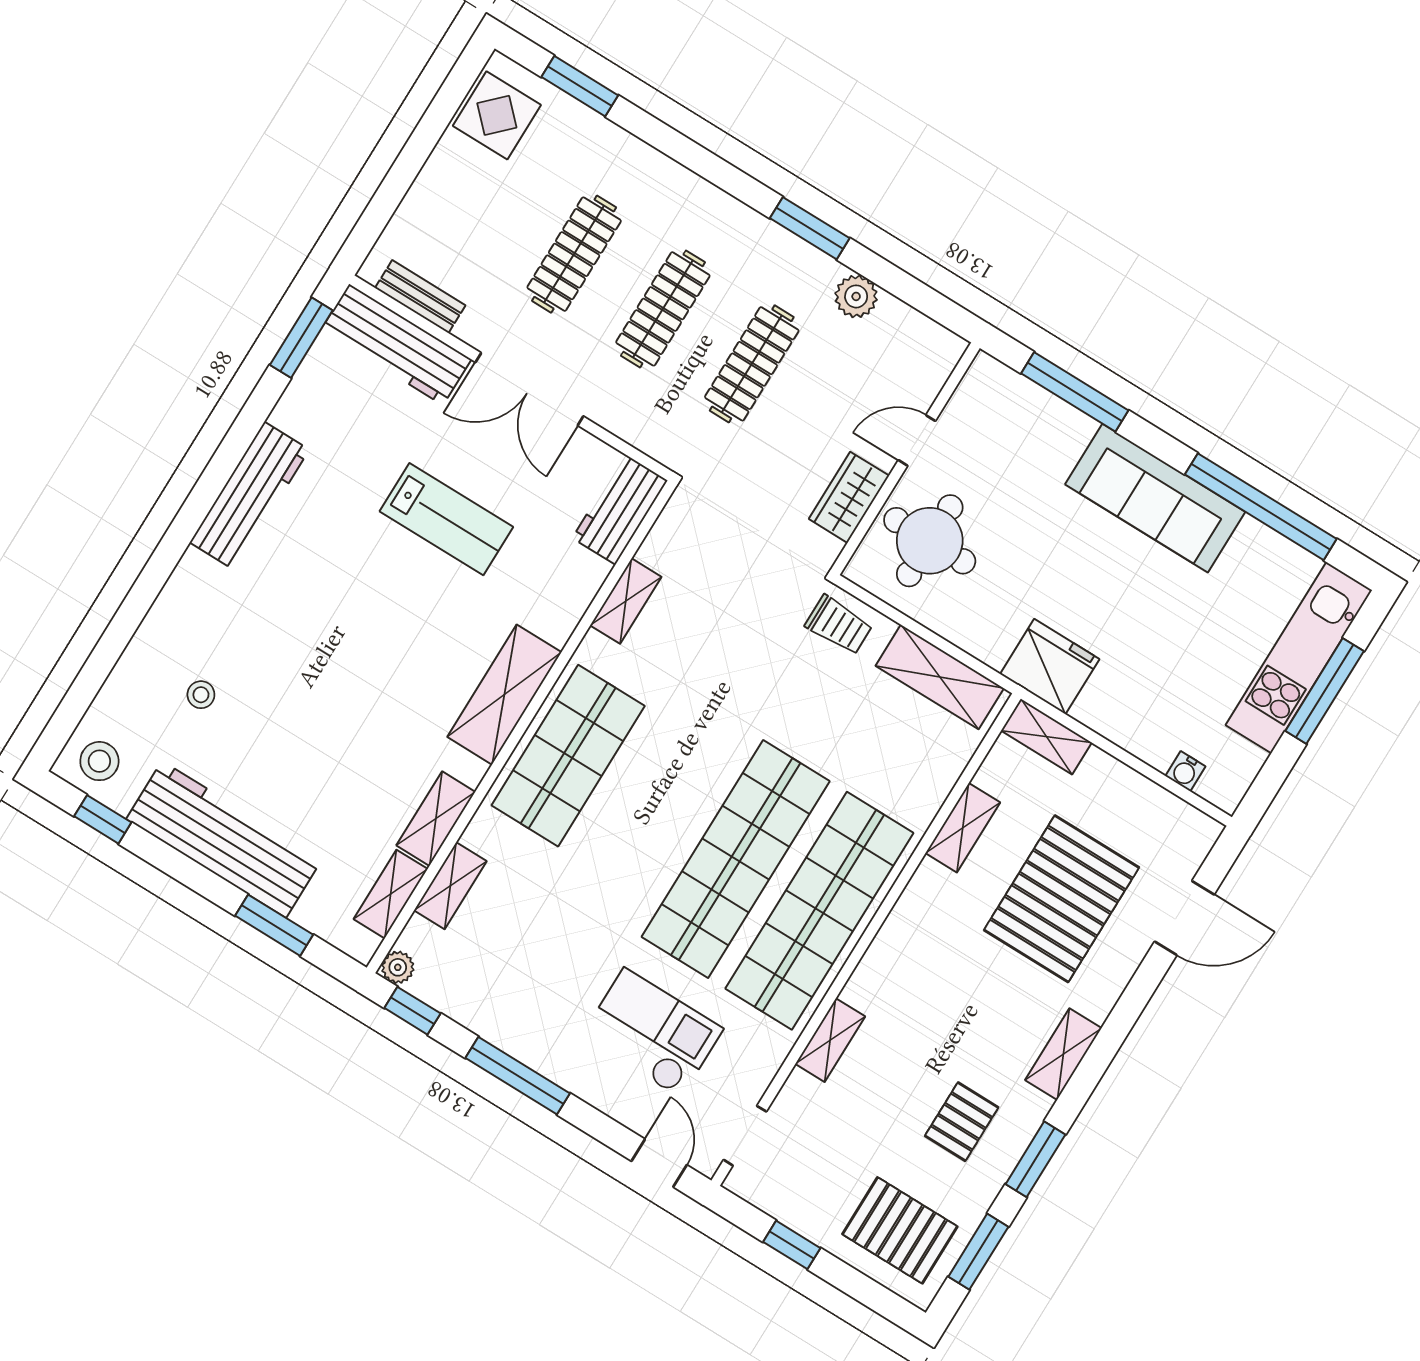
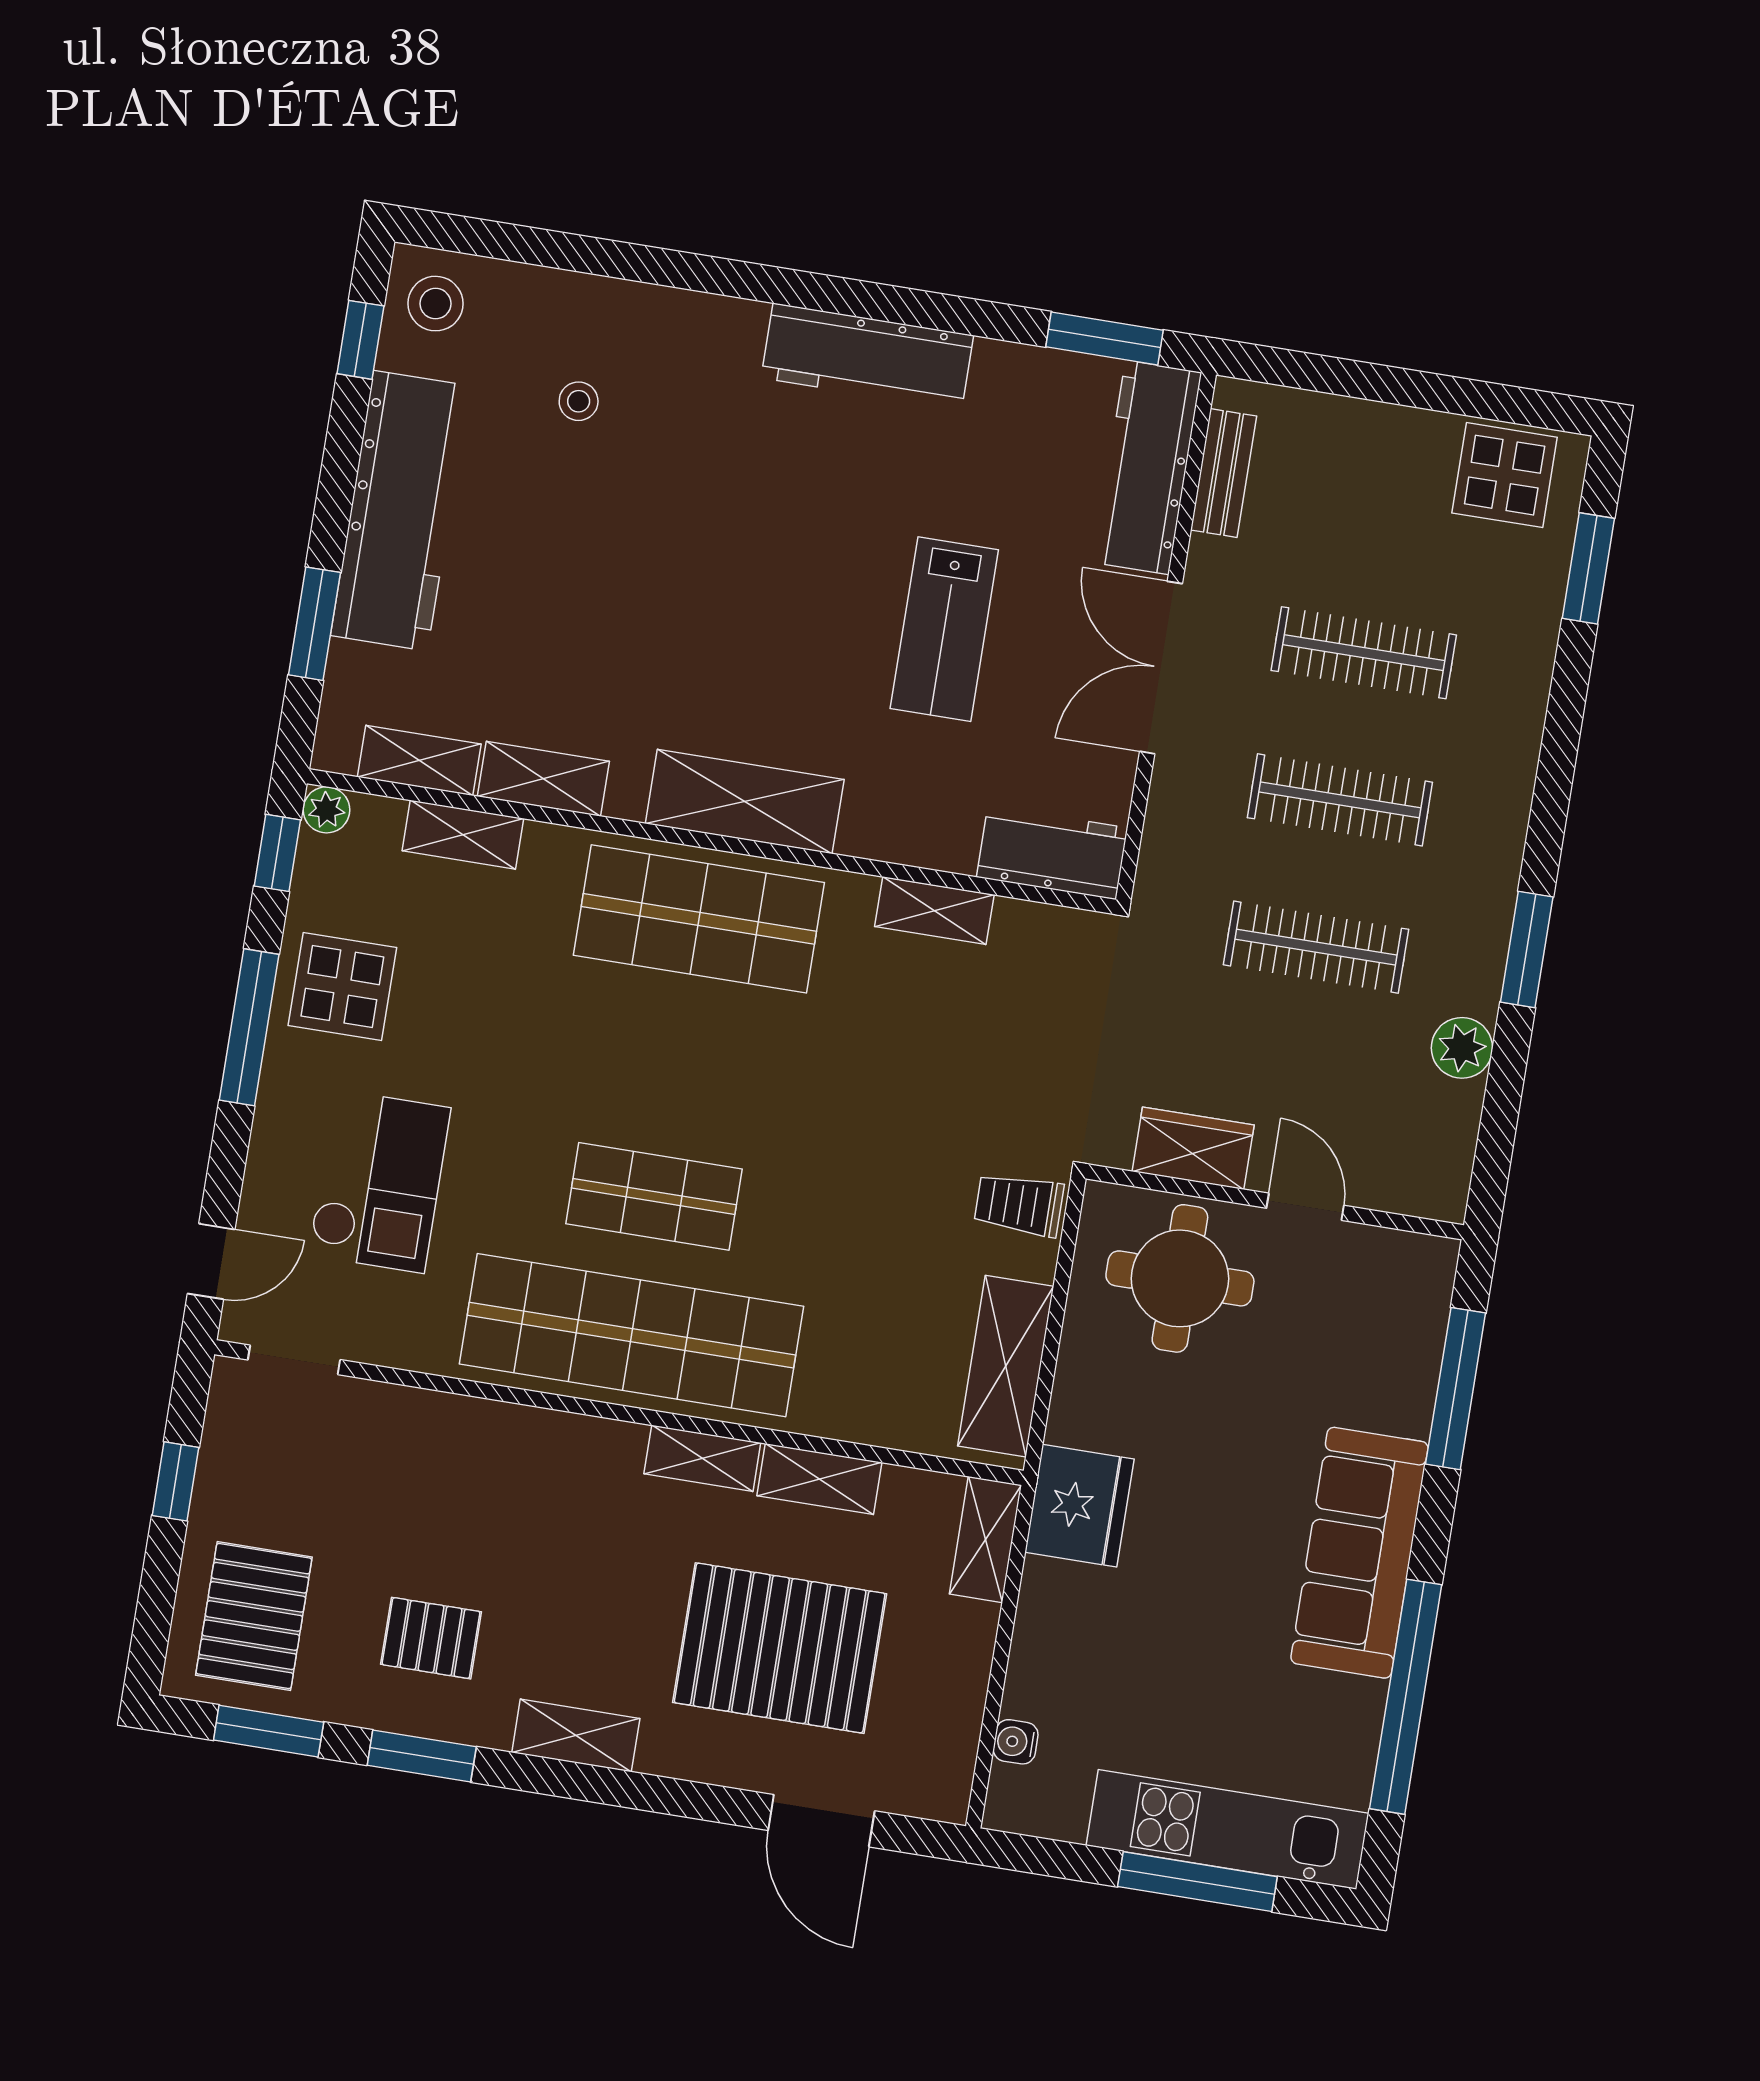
trolley: (839, 625) -> (1019, 1205), turned 90
shop shelf: (736, 859) -> (654, 1196), width x0.50, depth x0.74
display table: (516, 1004) -> (342, 986), added
shelving: (830, 1040) -> (702, 1458), moved

